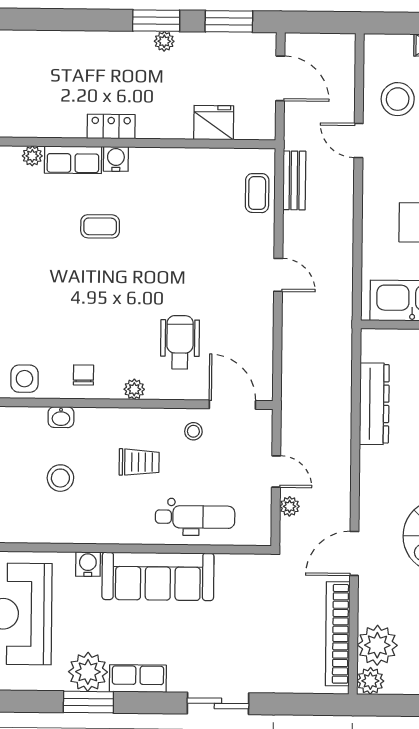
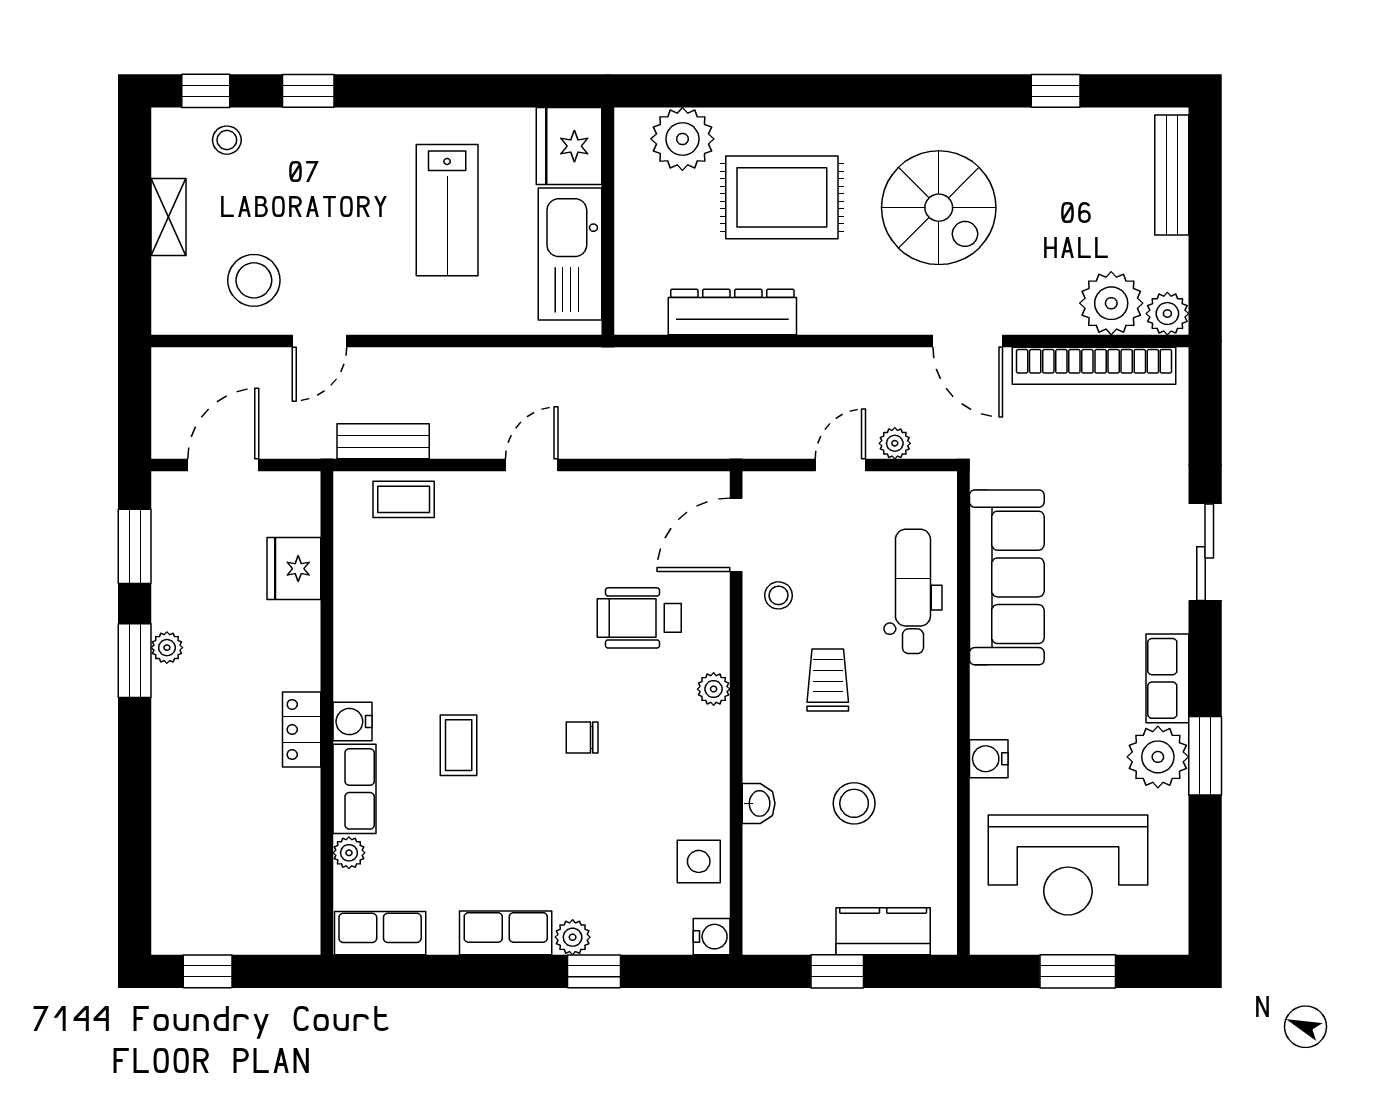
chair: (83, 375) -> (582, 738), moved
sofa: (158, 576) -> (1007, 577), moved

